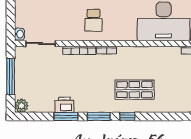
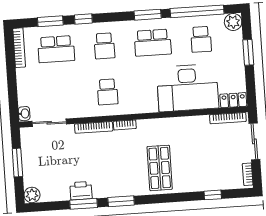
window: (11, 77) -> (17, 163), width x0.69
shop shelf: (134, 90) -> (160, 168), turned 90
window: (127, 116) -> (213, 195), moved

